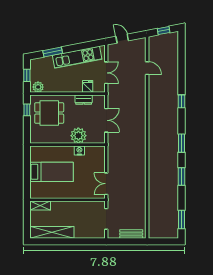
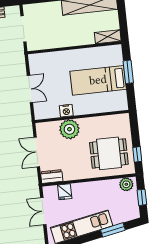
dresser: (84, 100) -> (52, 176), moved
window: (27, 176) -> (128, 72), added
double door: (106, 184) -> (30, 89), moved

